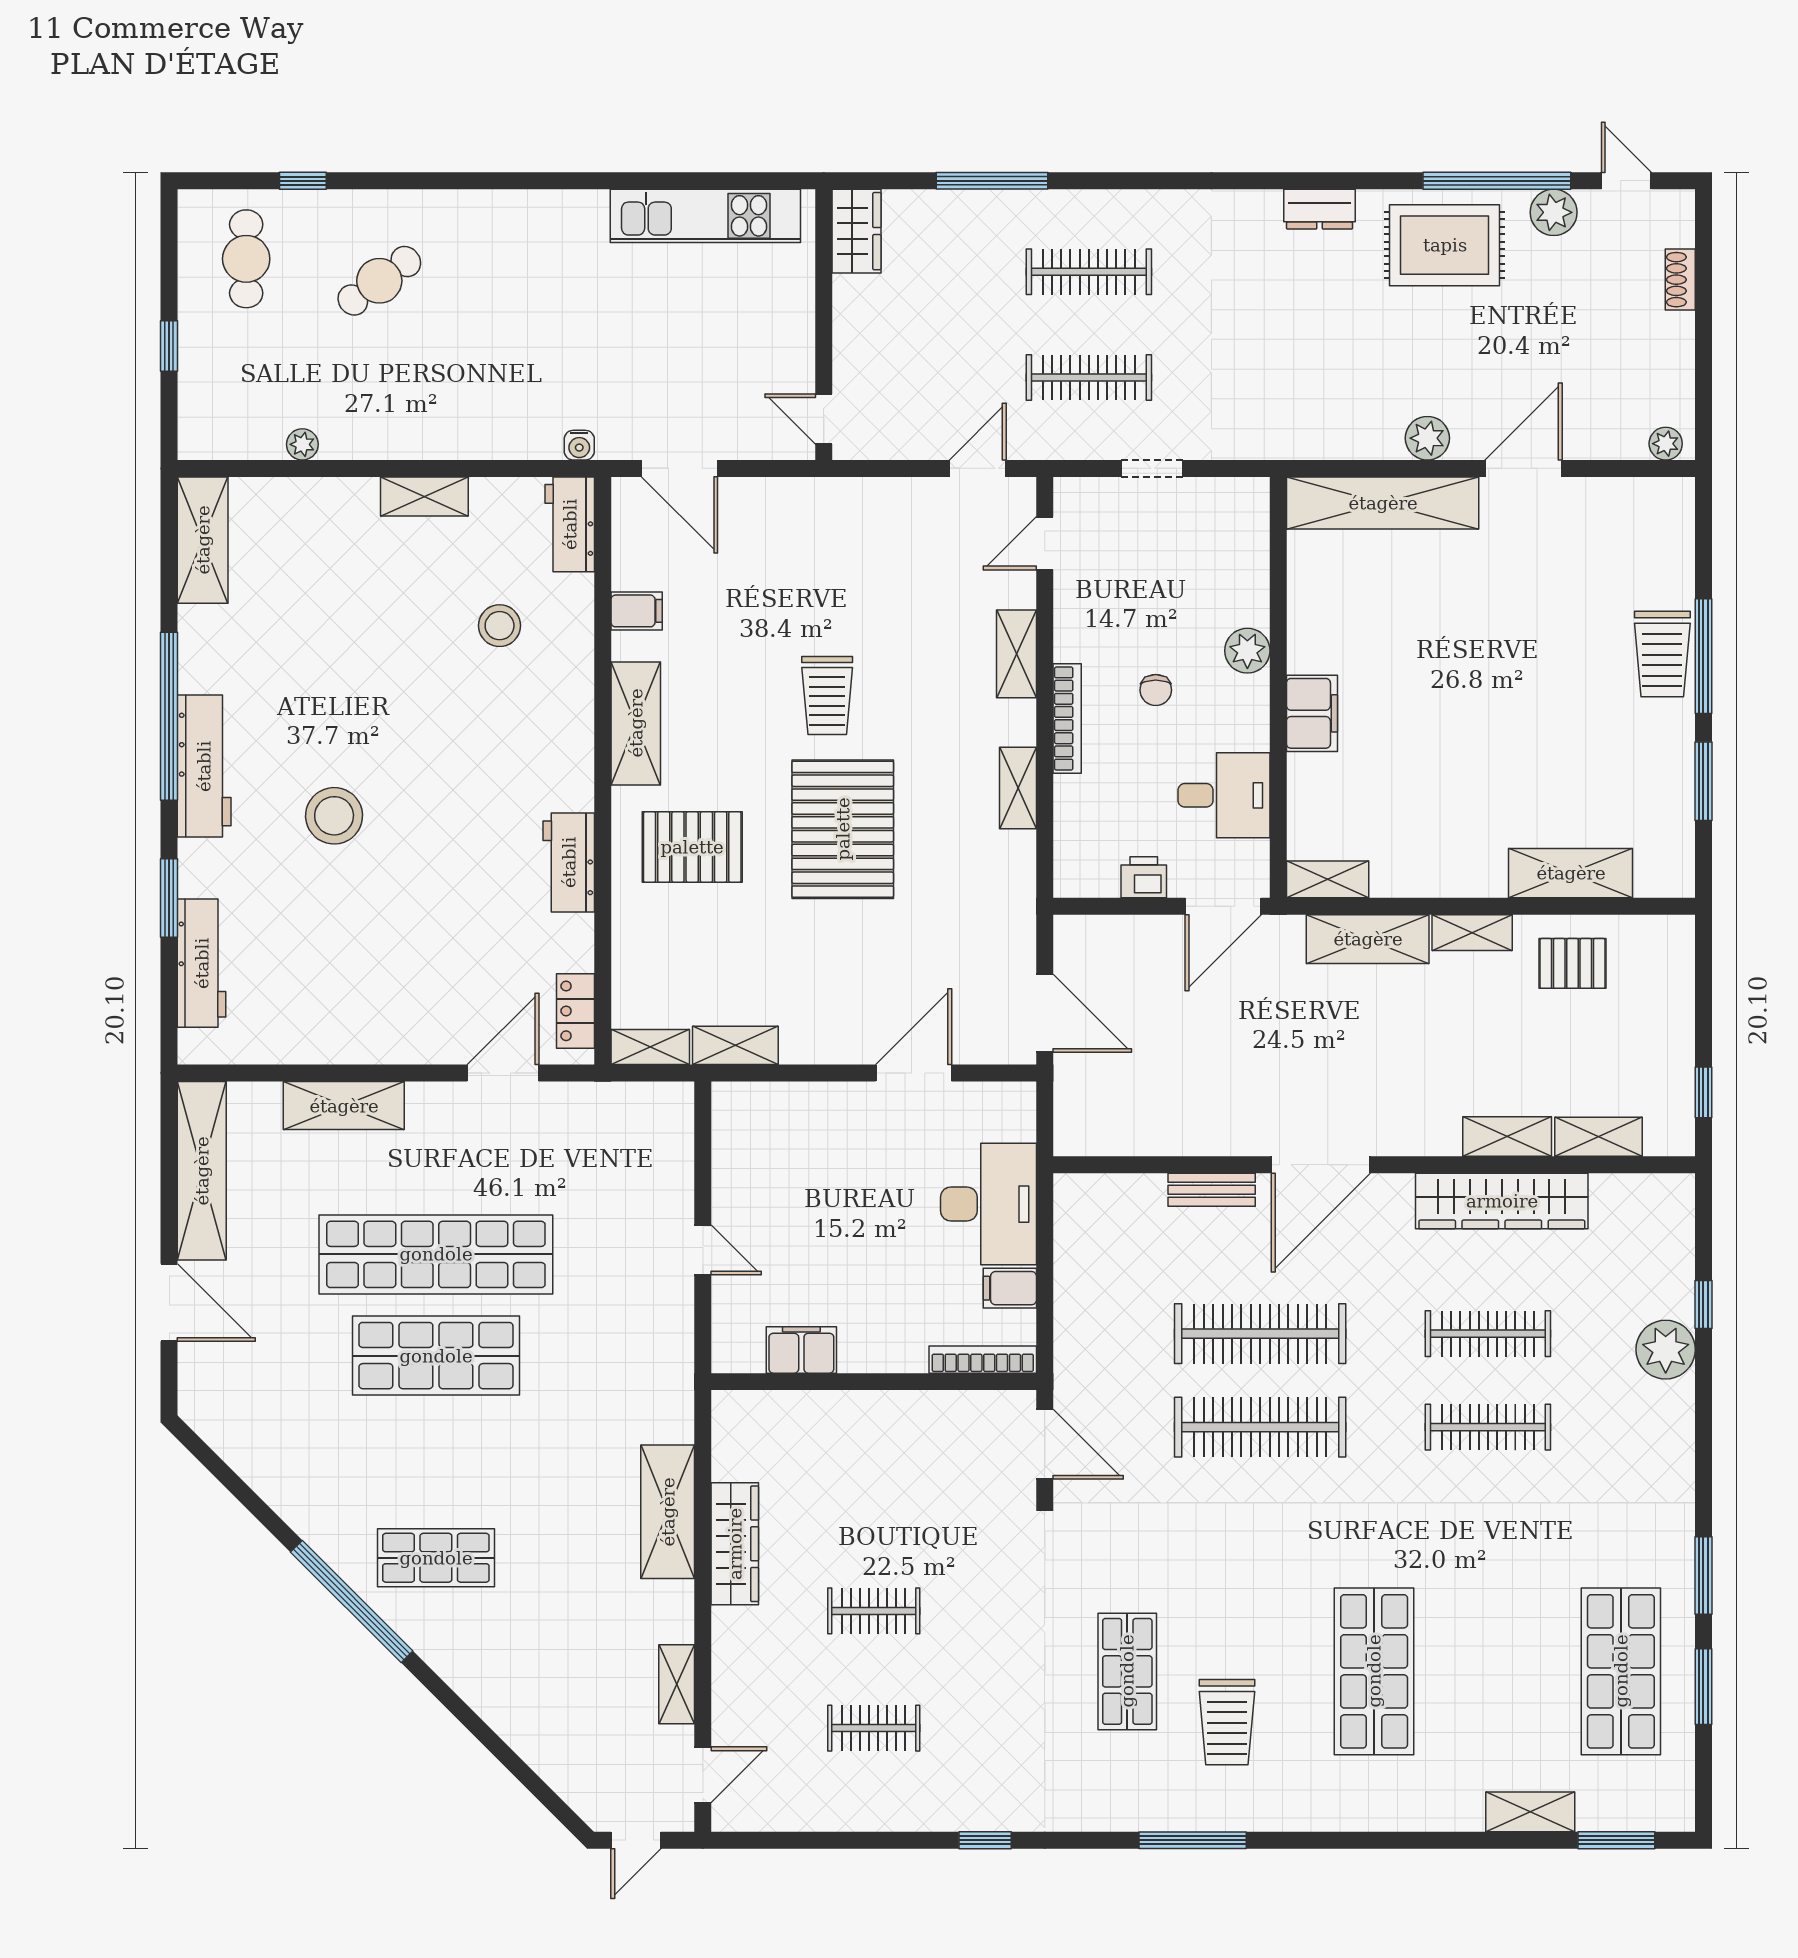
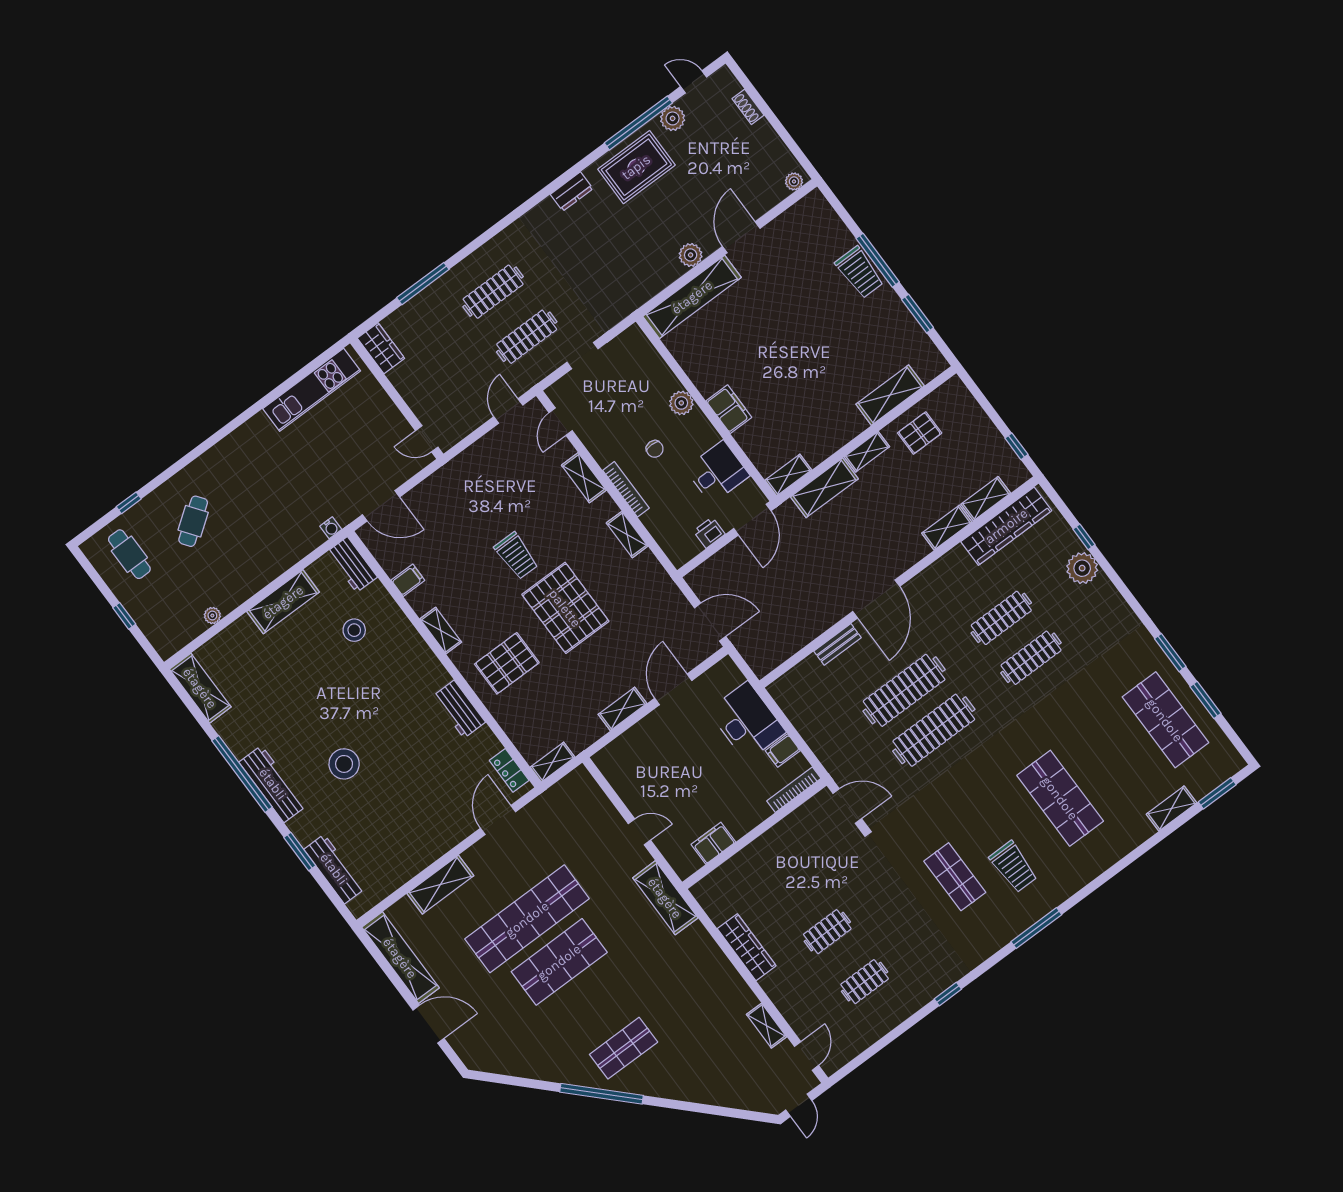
shelving: (424, 496) -> (283, 602), width x1.50, depth x1.33
shelving: (636, 723) -> (441, 631), width x0.67, depth x0.75
shelving: (735, 1045) -> (622, 709), moved
wardrobe: (1502, 1201) -> (1006, 526), moved
shelving: (668, 1512) -> (665, 898), moved

